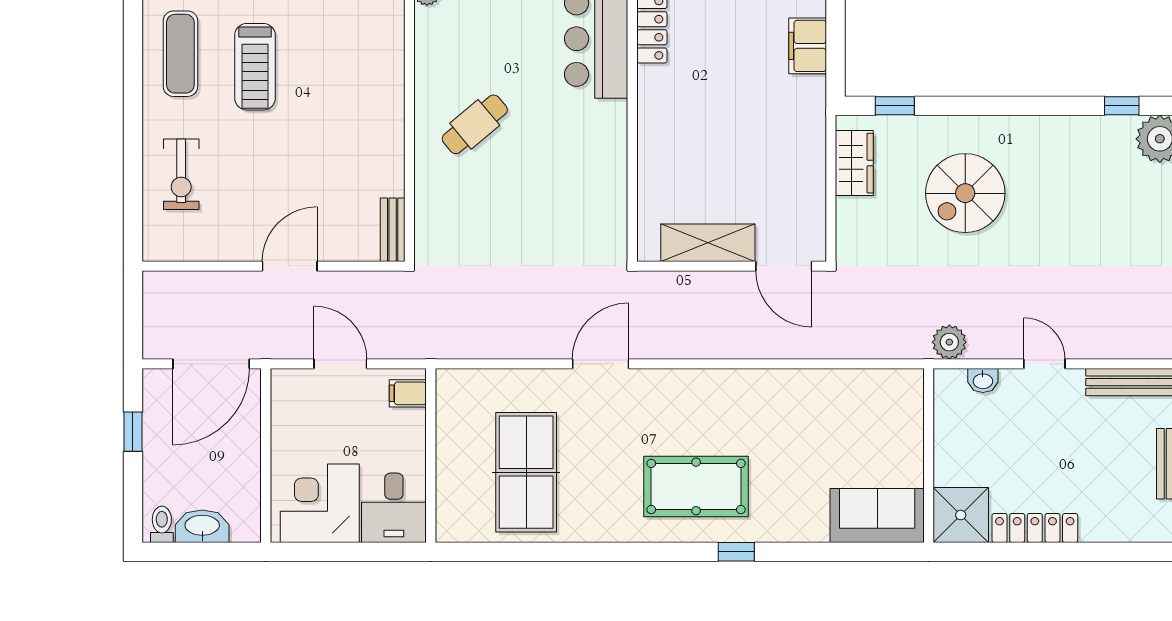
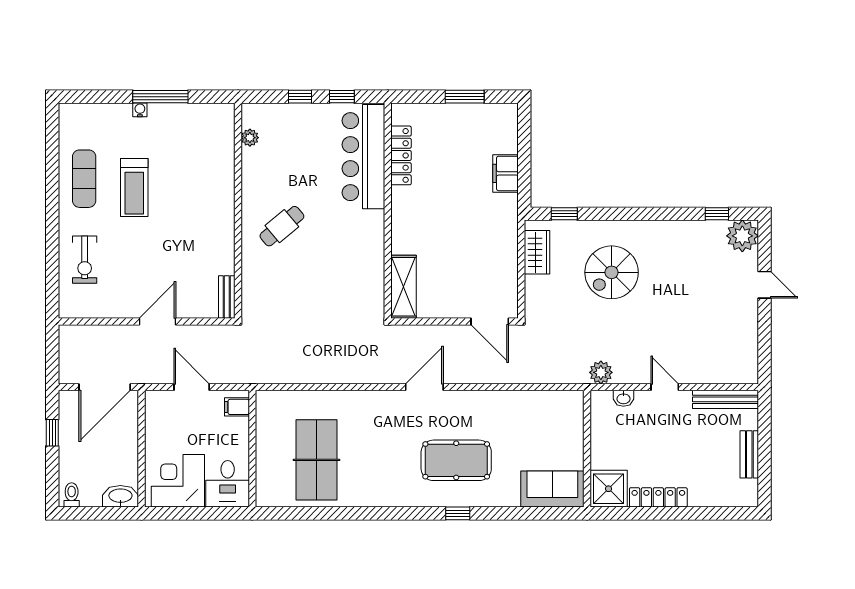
shelving: (708, 243) -> (404, 287), moved, turned 90
door: (601, 364) -> (424, 387), moved
pool table: (696, 486) -> (456, 460), moved
washbasin: (202, 526) -> (120, 496), moved

